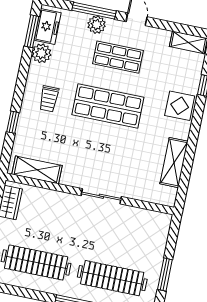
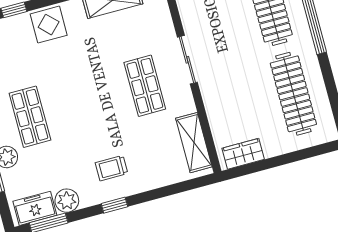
trolley: (49, 99) -> (111, 168), turned 180
shop shelf: (108, 106) -> (145, 86), moved, width x0.70, depth x0.74
window: (13, 122) -> (114, 205), moved

